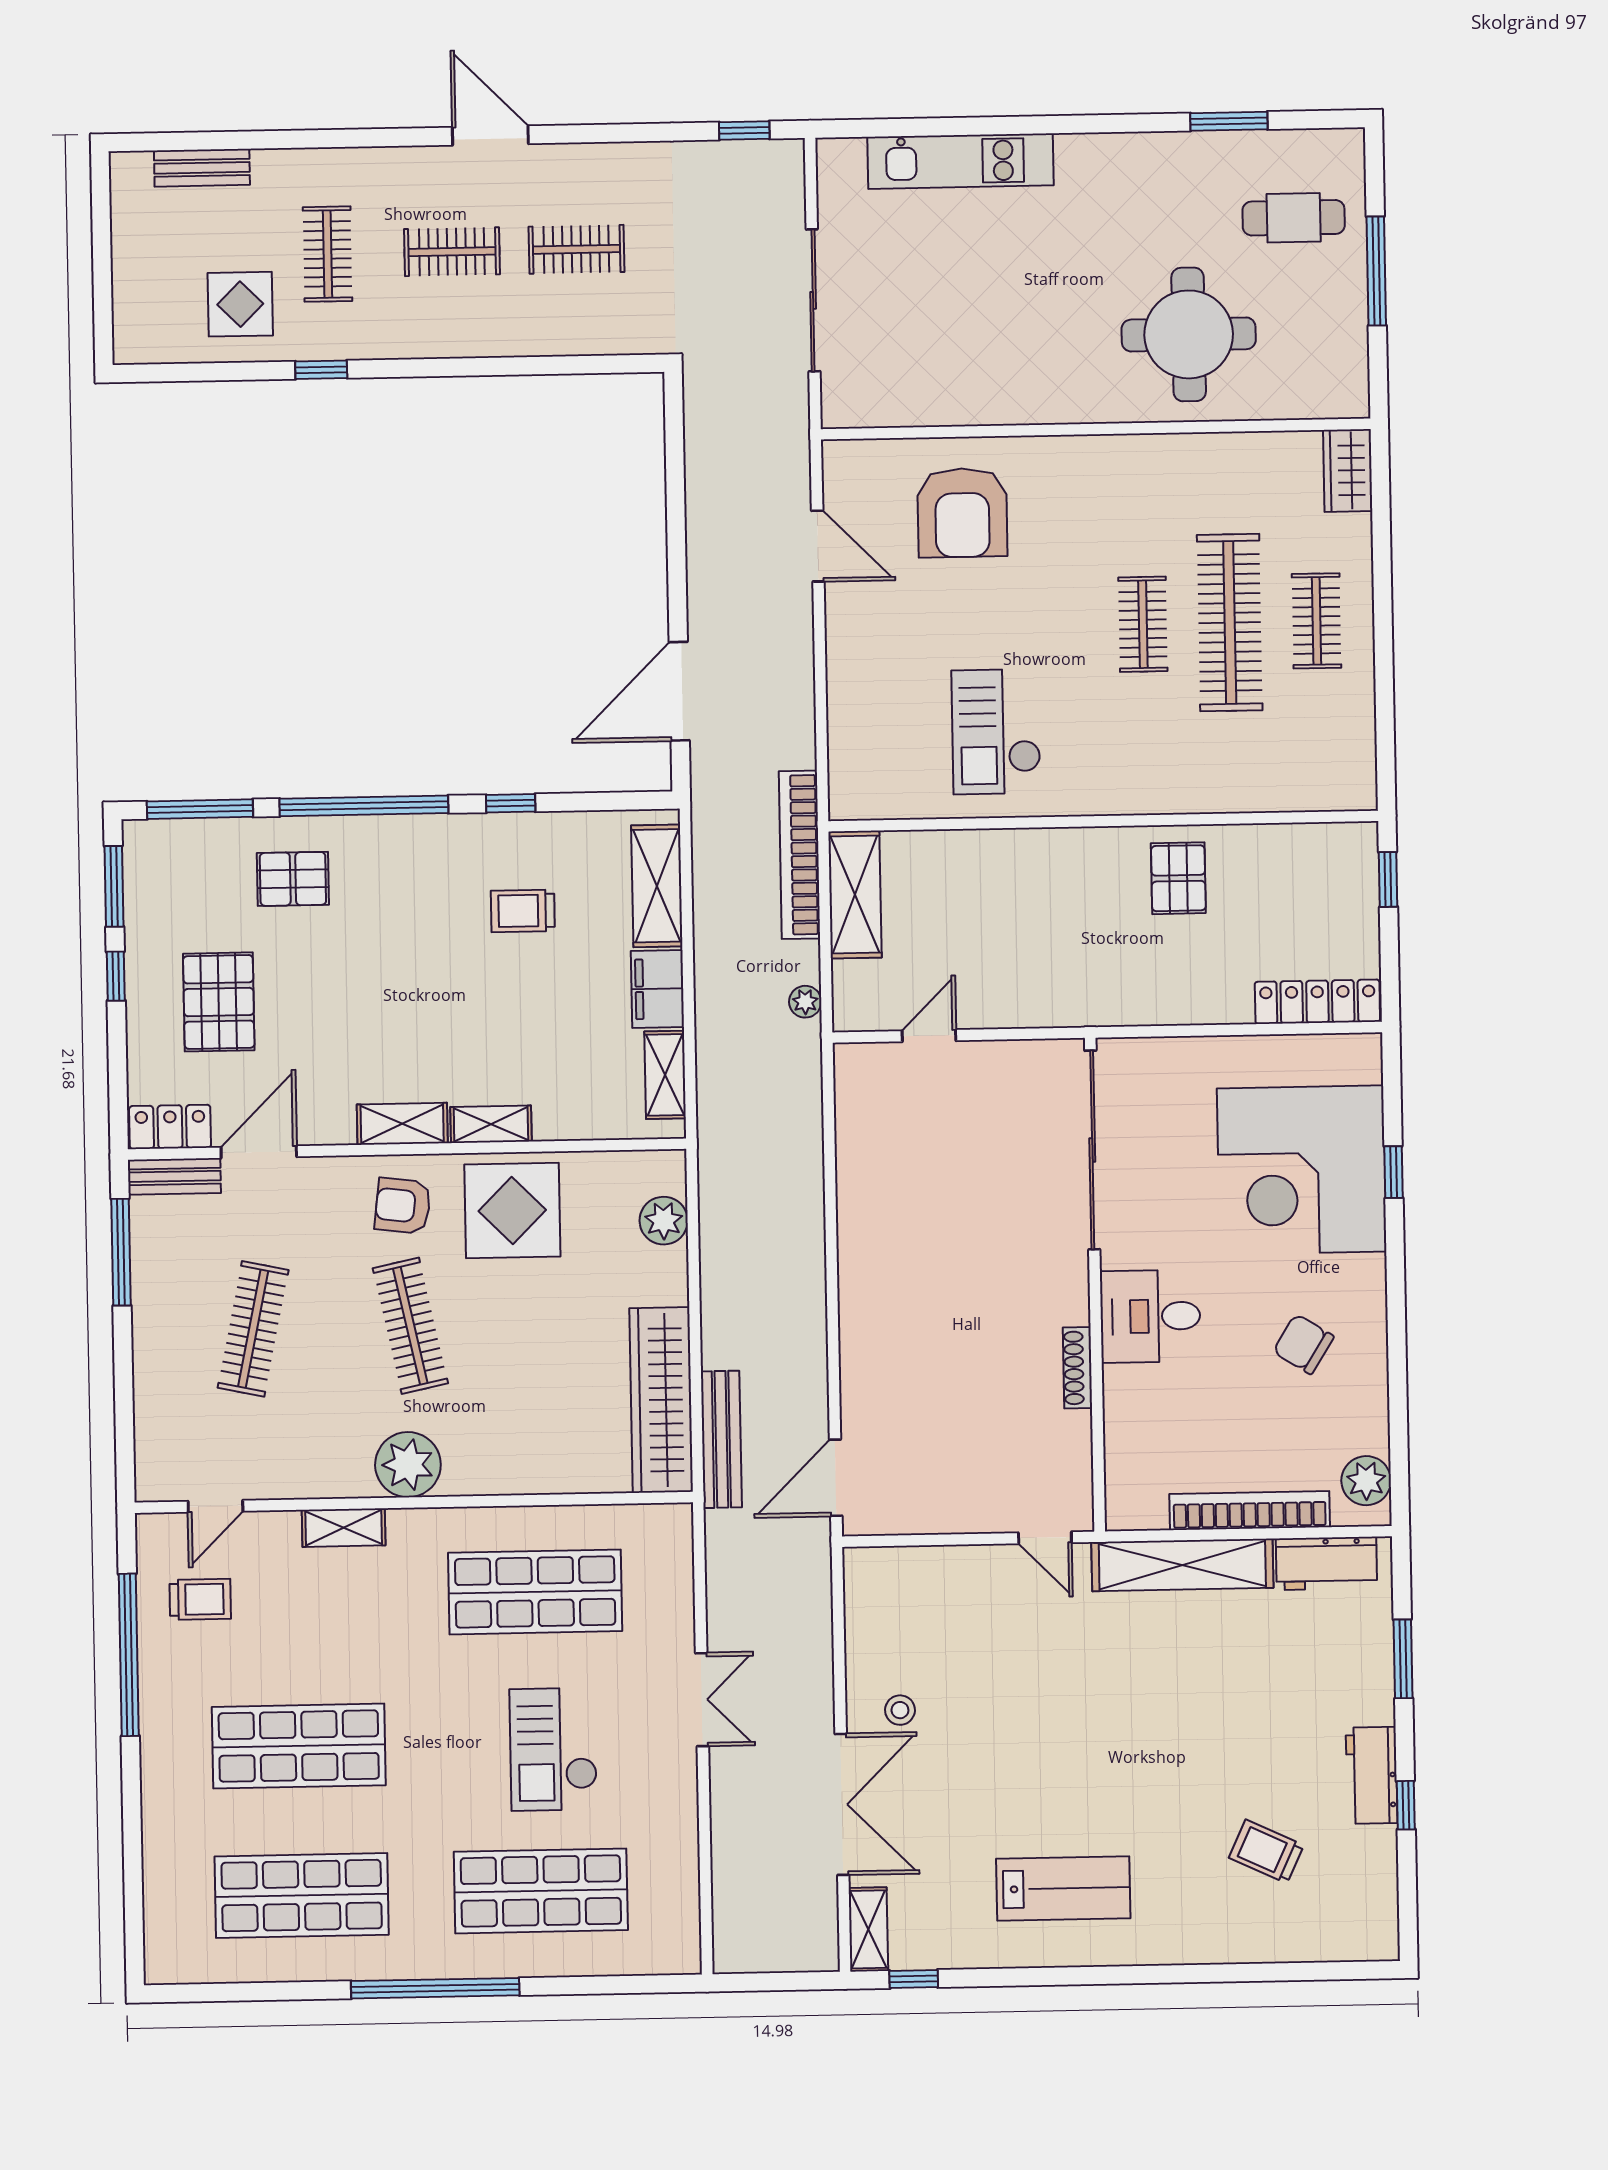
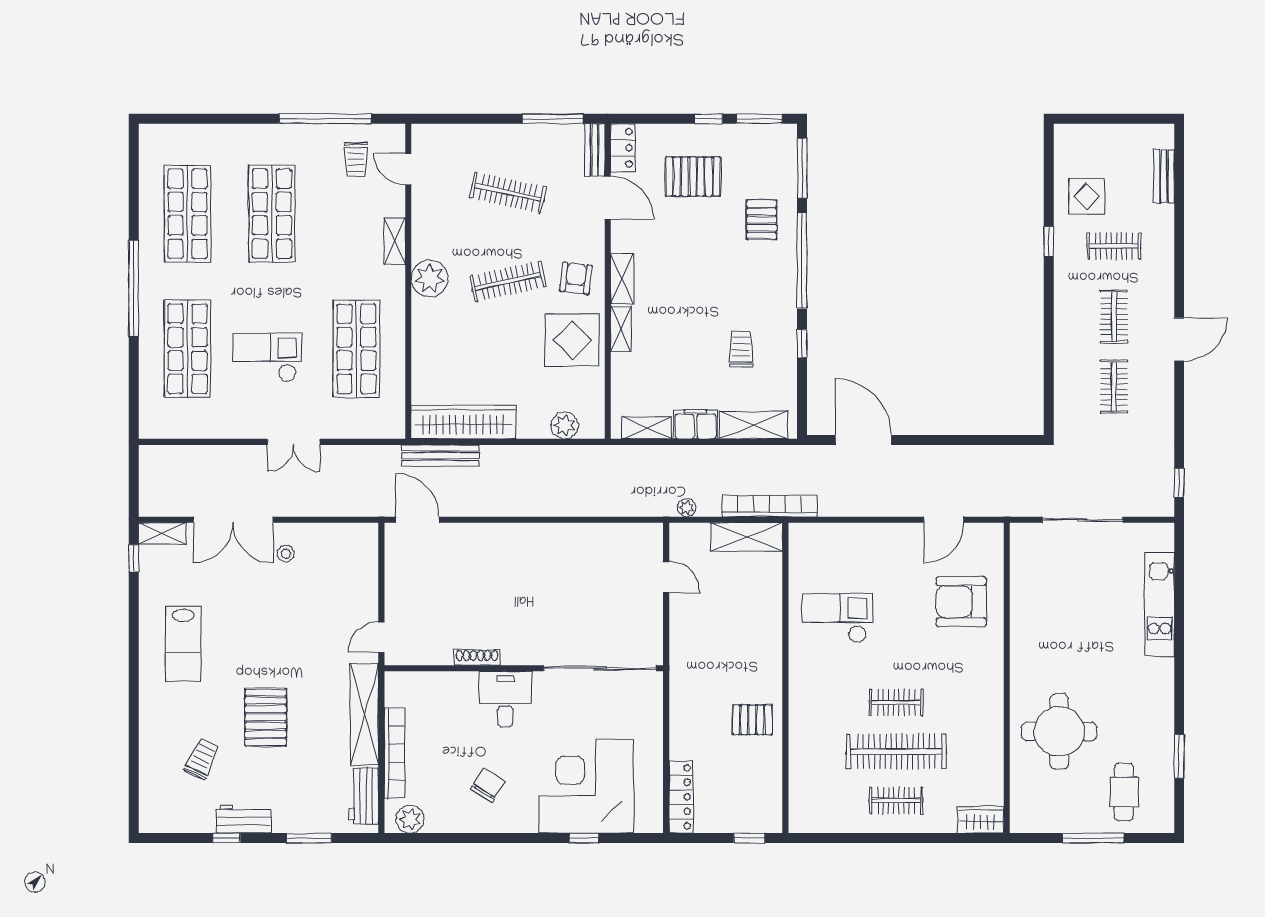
pallet: (1191, 1740) -> (266, 717), added

